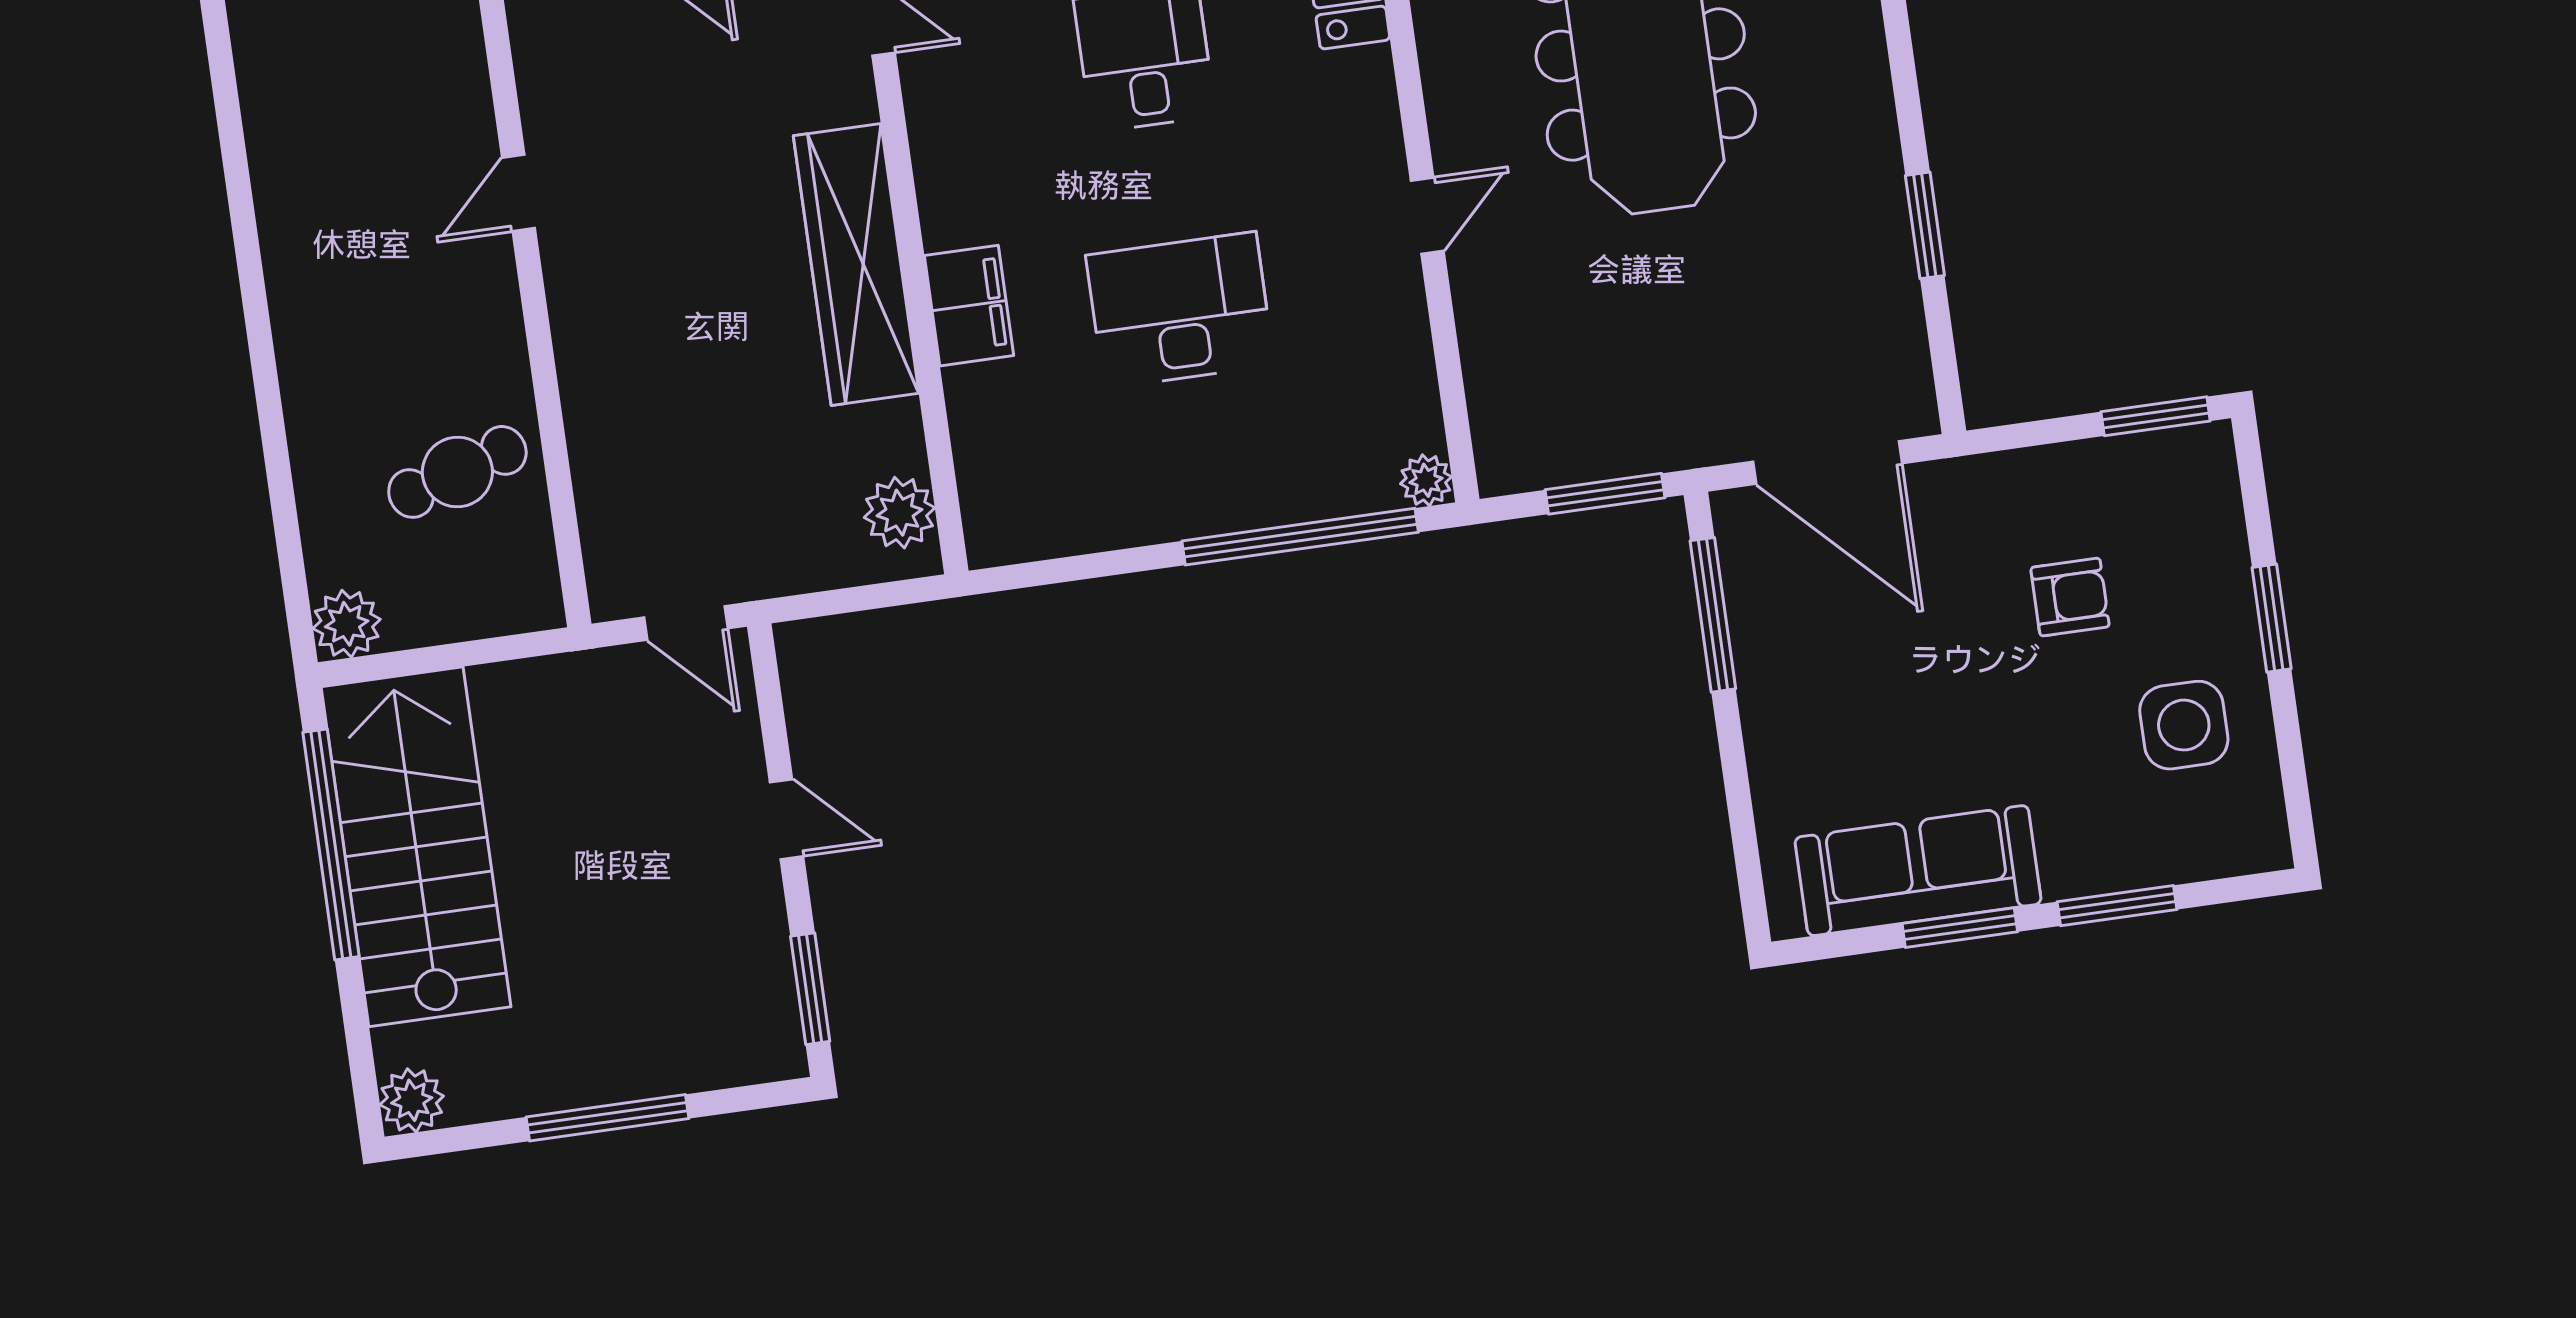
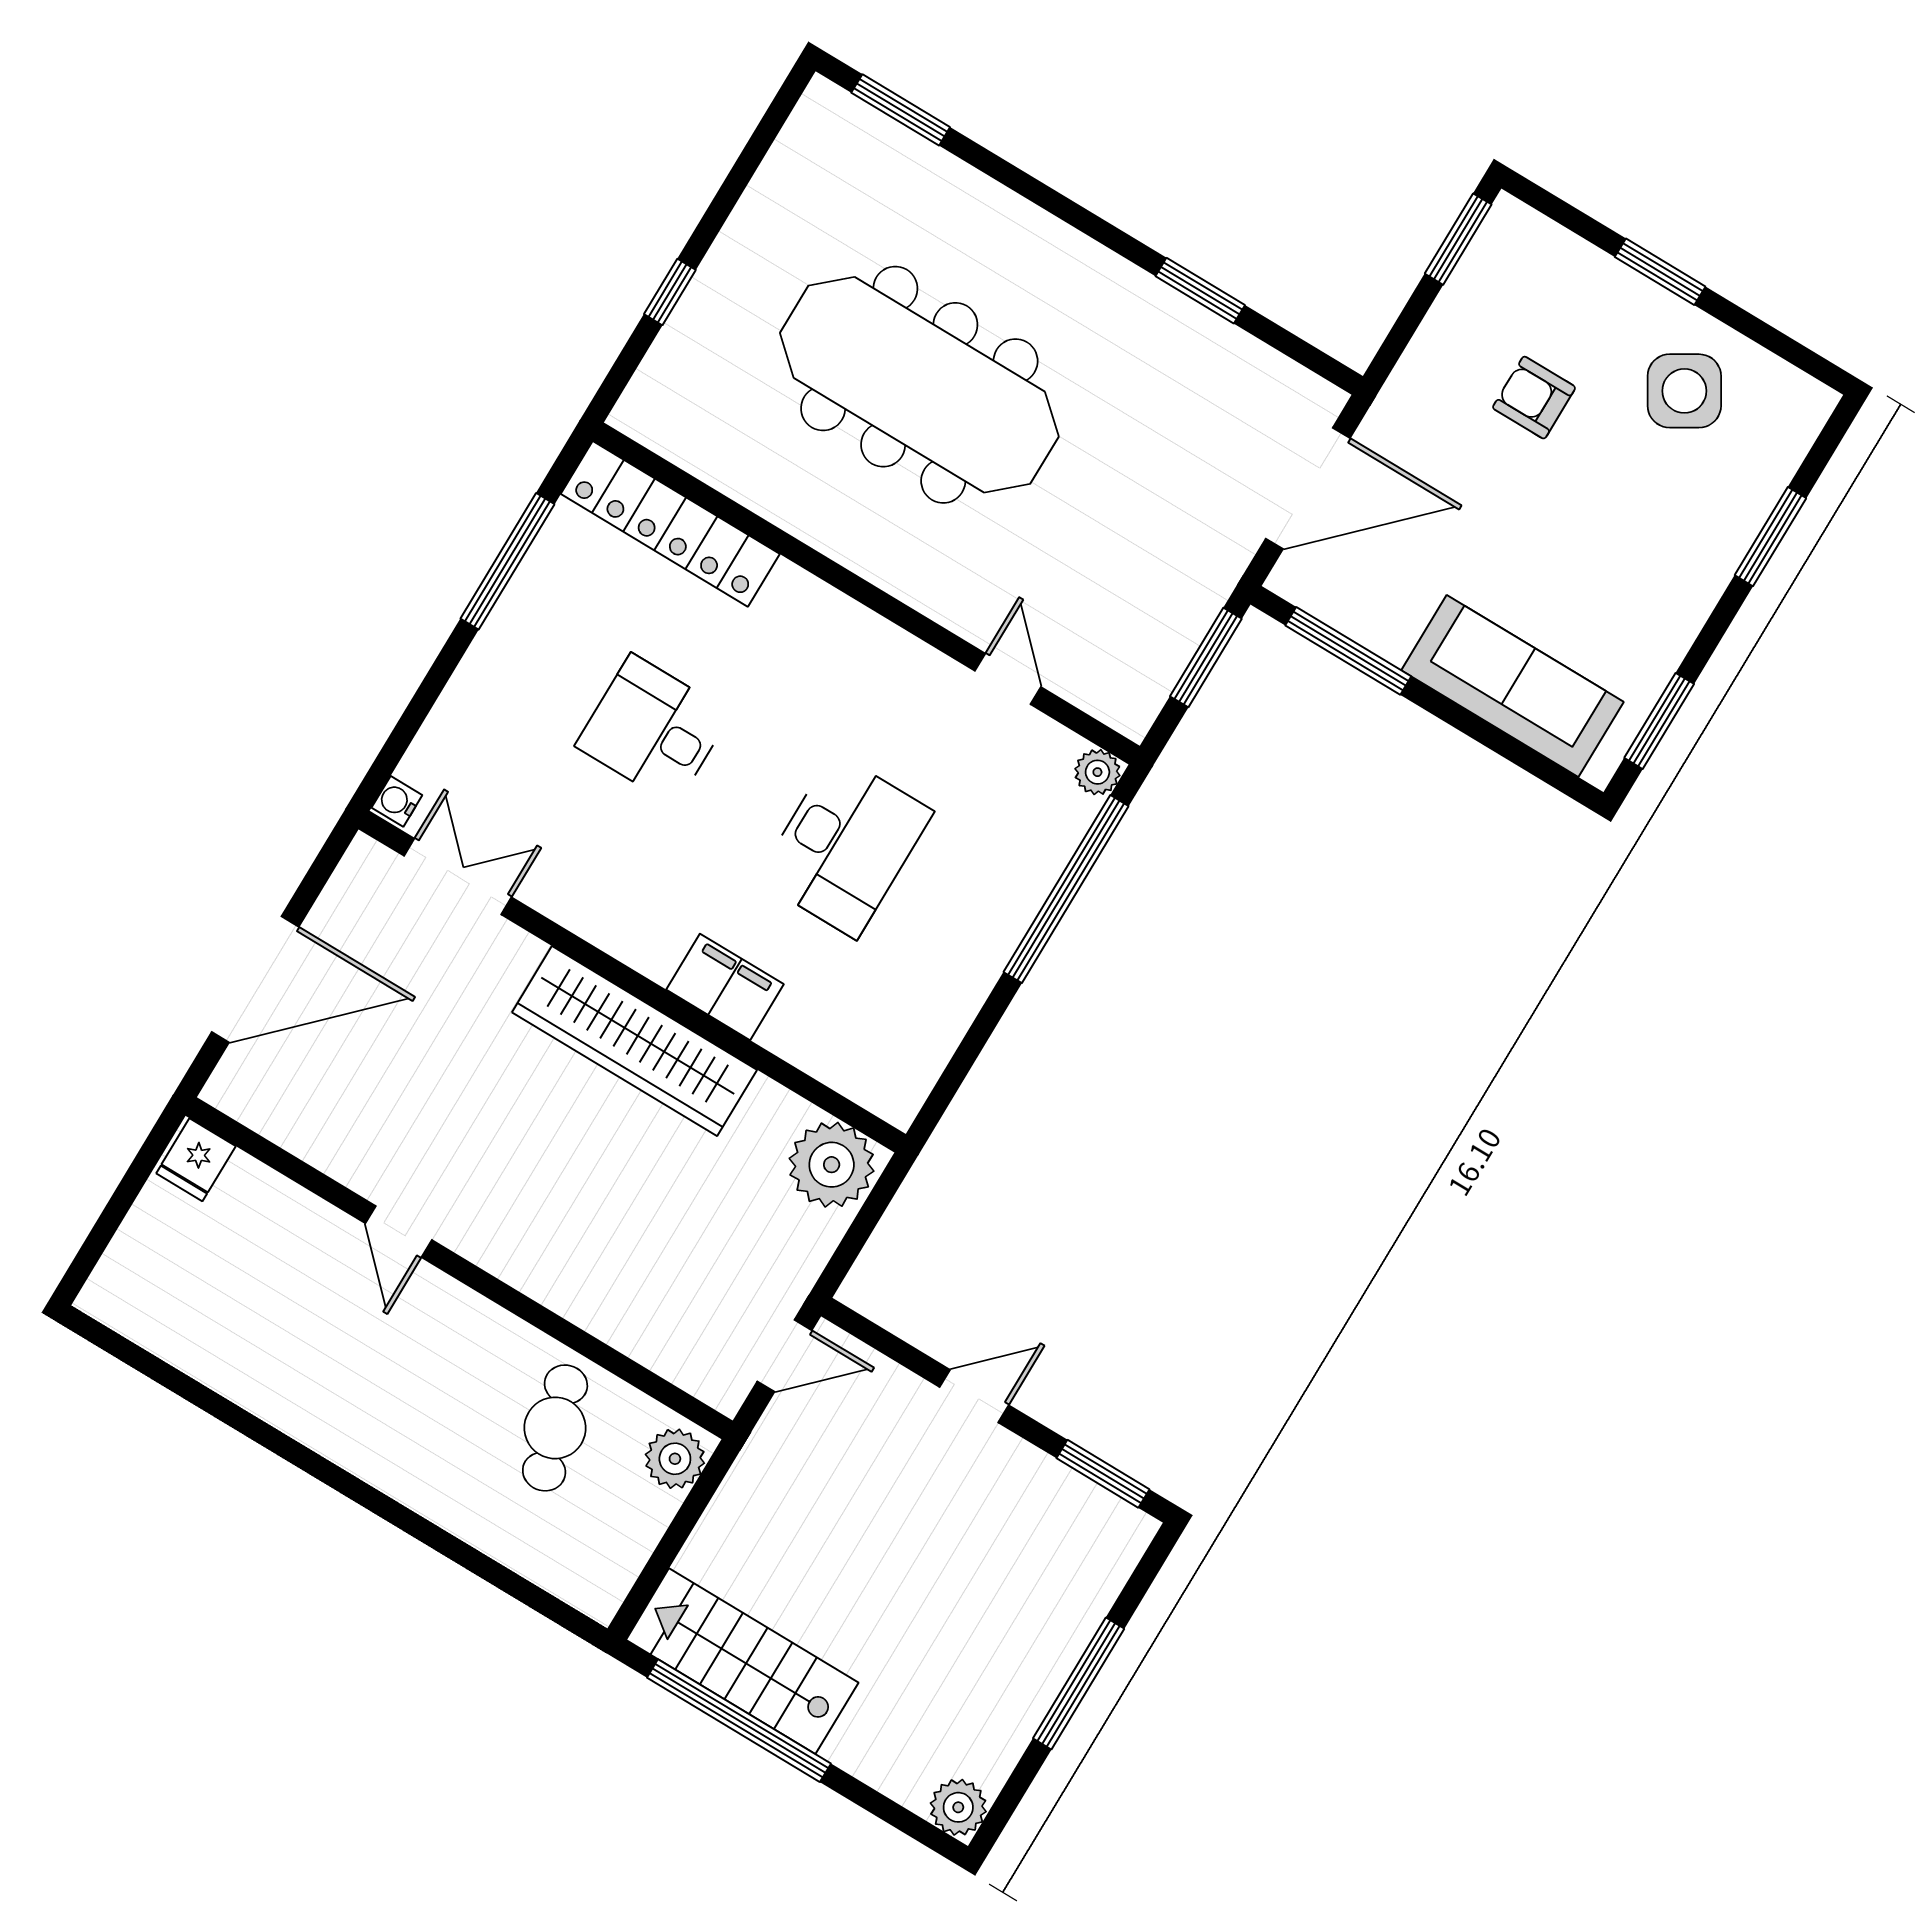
door: (1427, 216) -> (1008, 679), moved
desk: (1180, 310) -> (845, 845), turned 180
plant: (899, 513) -> (832, 1165), width x1.36, depth x1.36
armchair: (2070, 597) -> (1534, 398), turned -90
plant: (347, 624) -> (675, 1459), moved
side table: (2184, 725) -> (1684, 391), turned -31
stairs: (416, 847) -> (742, 1661), width x0.73, depth x0.66
sofa: (1918, 871) -> (1512, 686), moved, turned 90
window: (1960, 928) -> (1659, 721), moved

